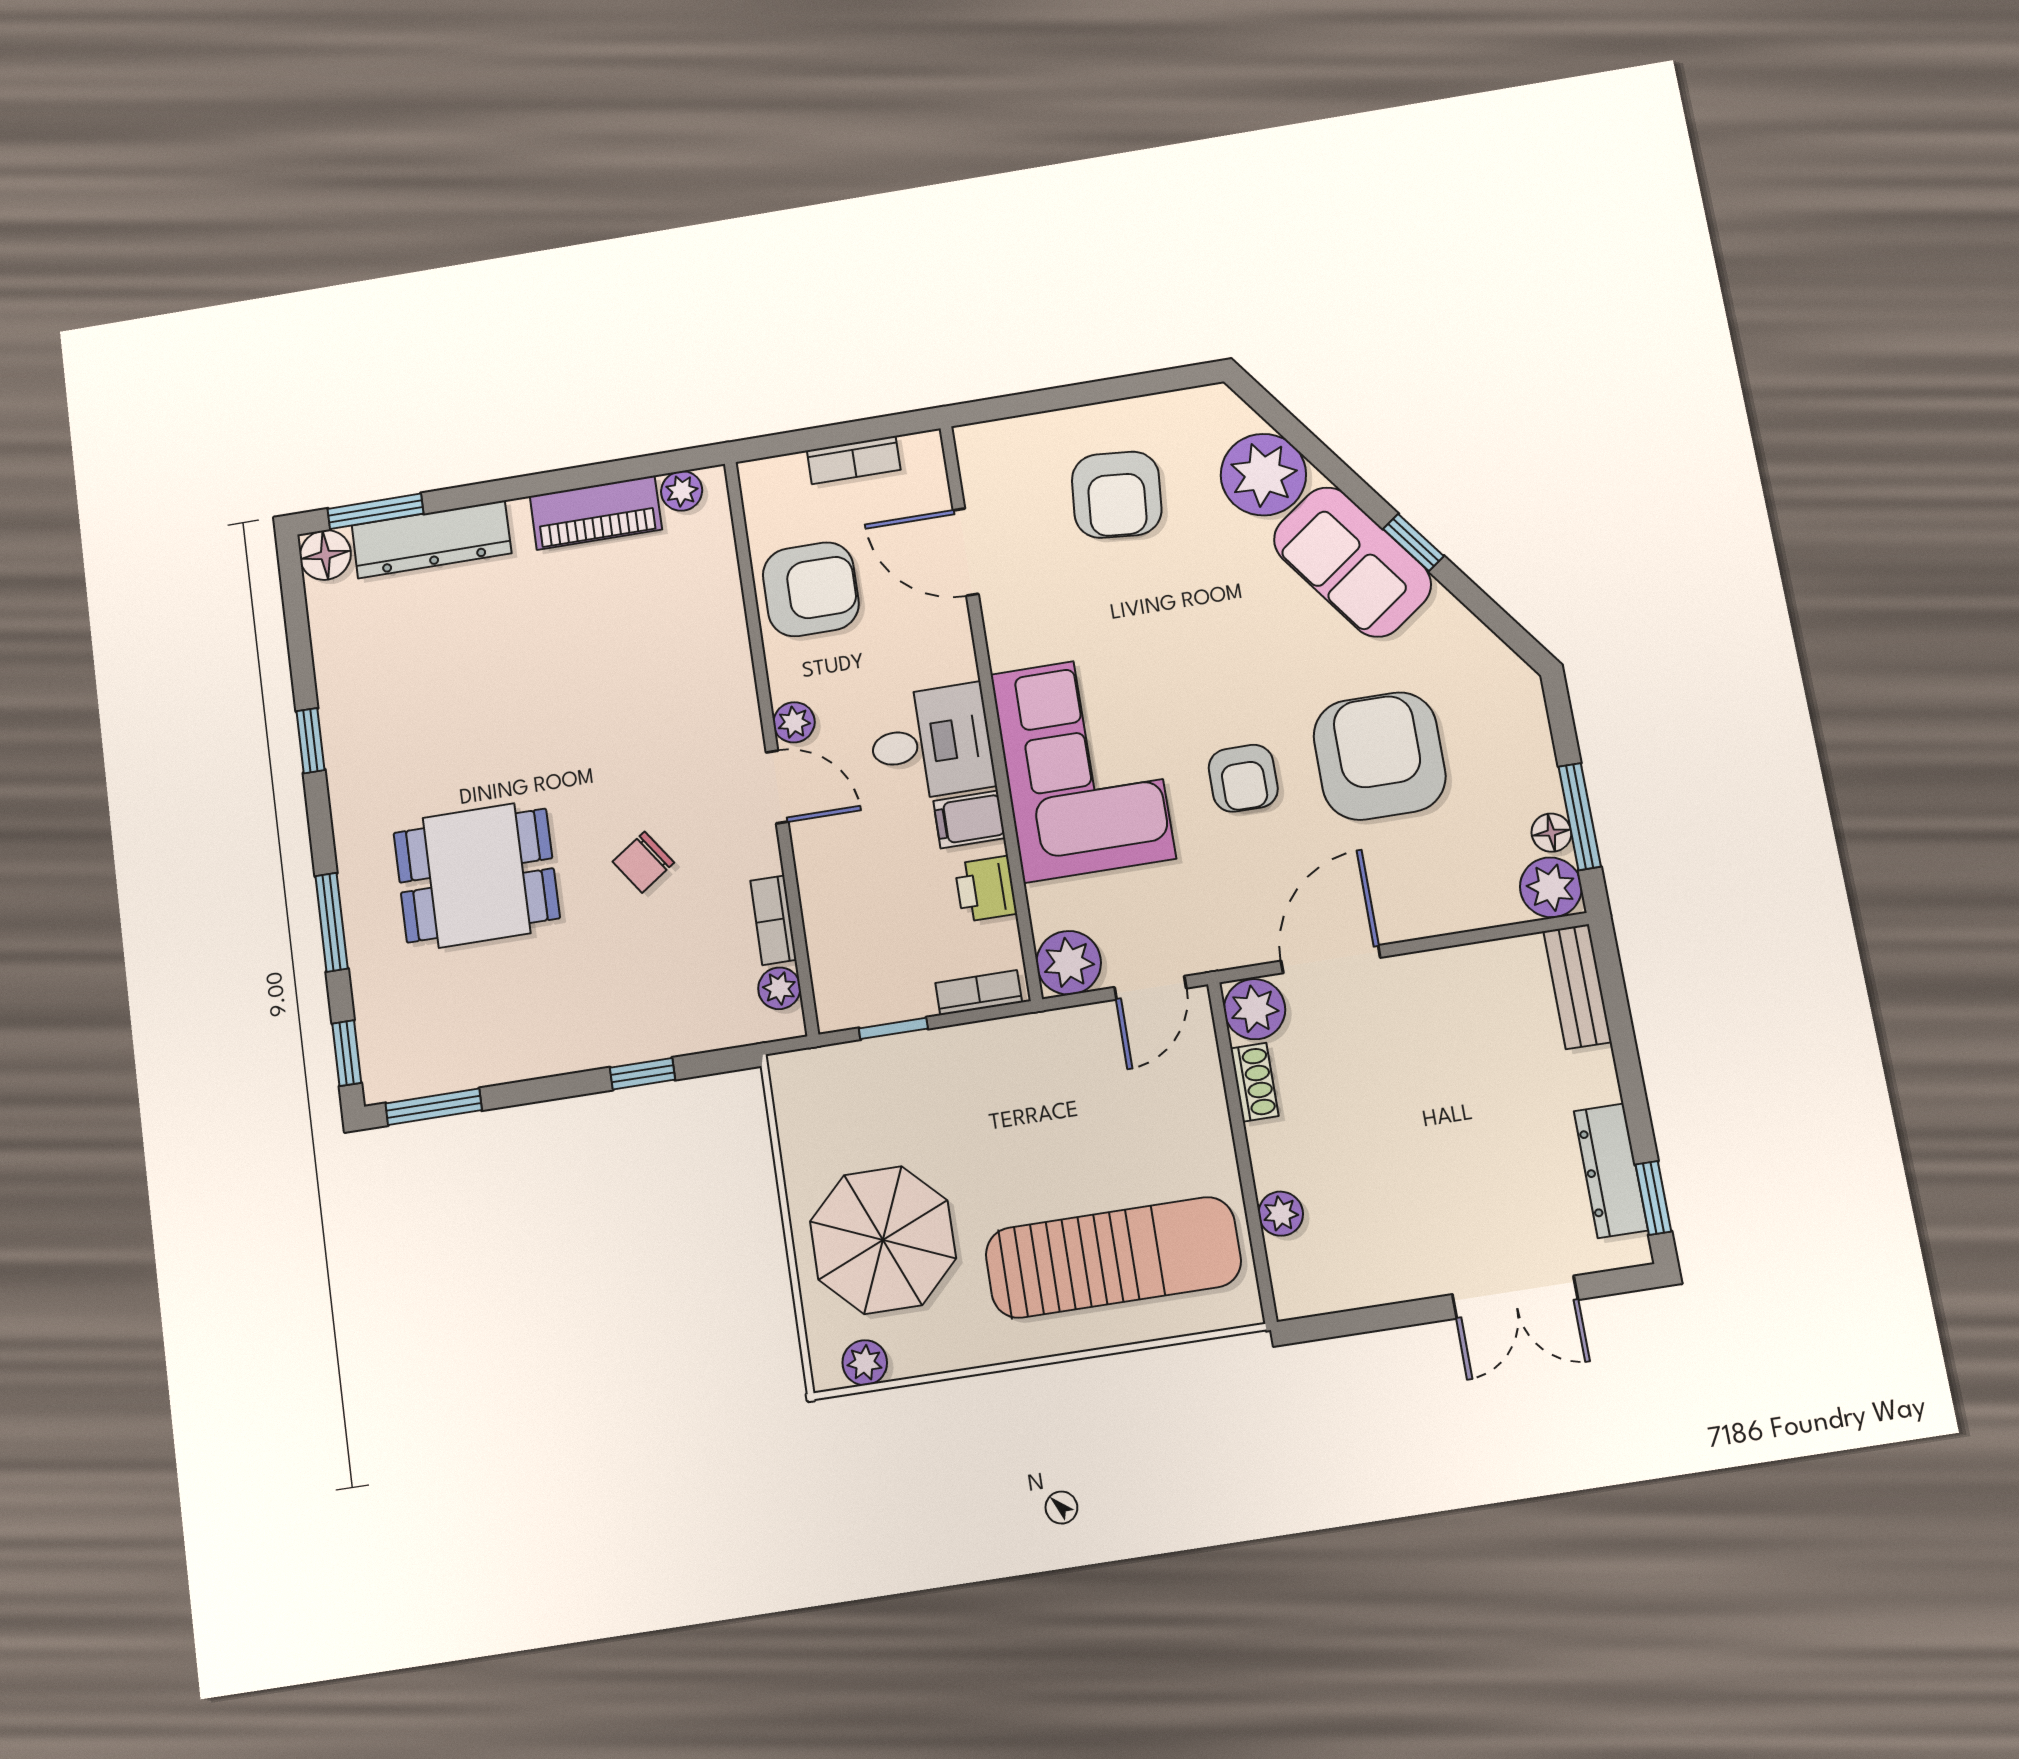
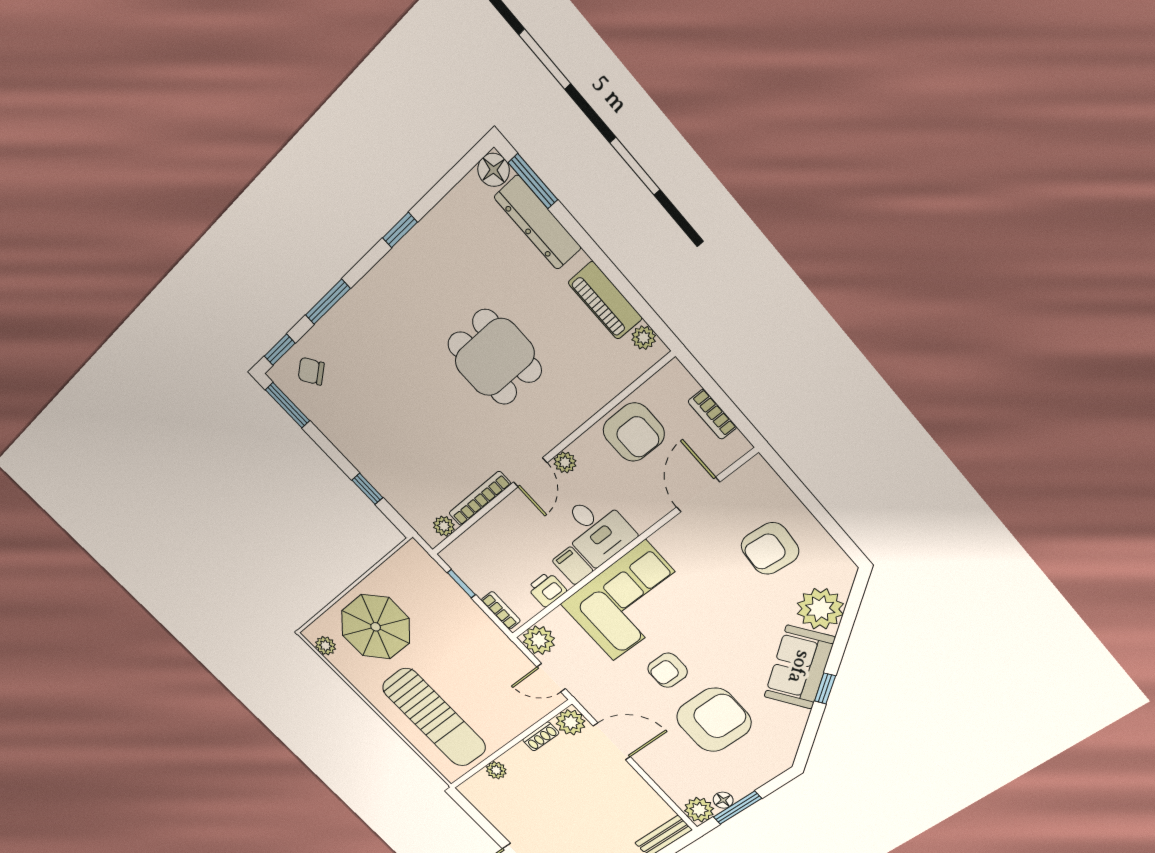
chair: (643, 862) -> (311, 371), moved
dining table: (477, 875) -> (495, 357), moved
bookcase: (773, 920) -> (480, 498), width x1.56

